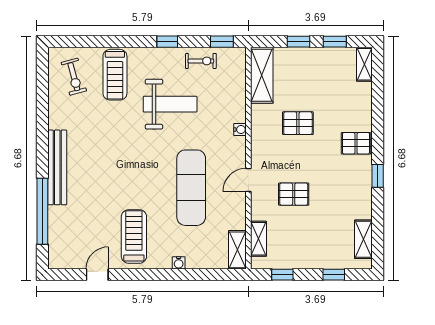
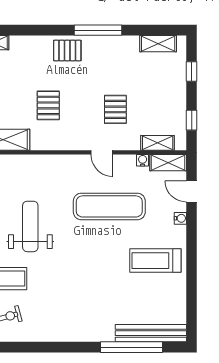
water cooler: (240, 129) -> (143, 160), moved
pallet: (356, 143) -> (67, 51), turned 90
bench: (57, 167) -> (151, 333), moved
window: (378, 176) -> (98, 30), width x2.17
door: (97, 275) -> (192, 191), moved

